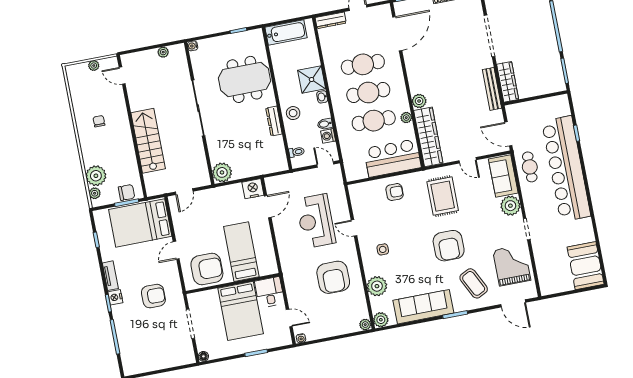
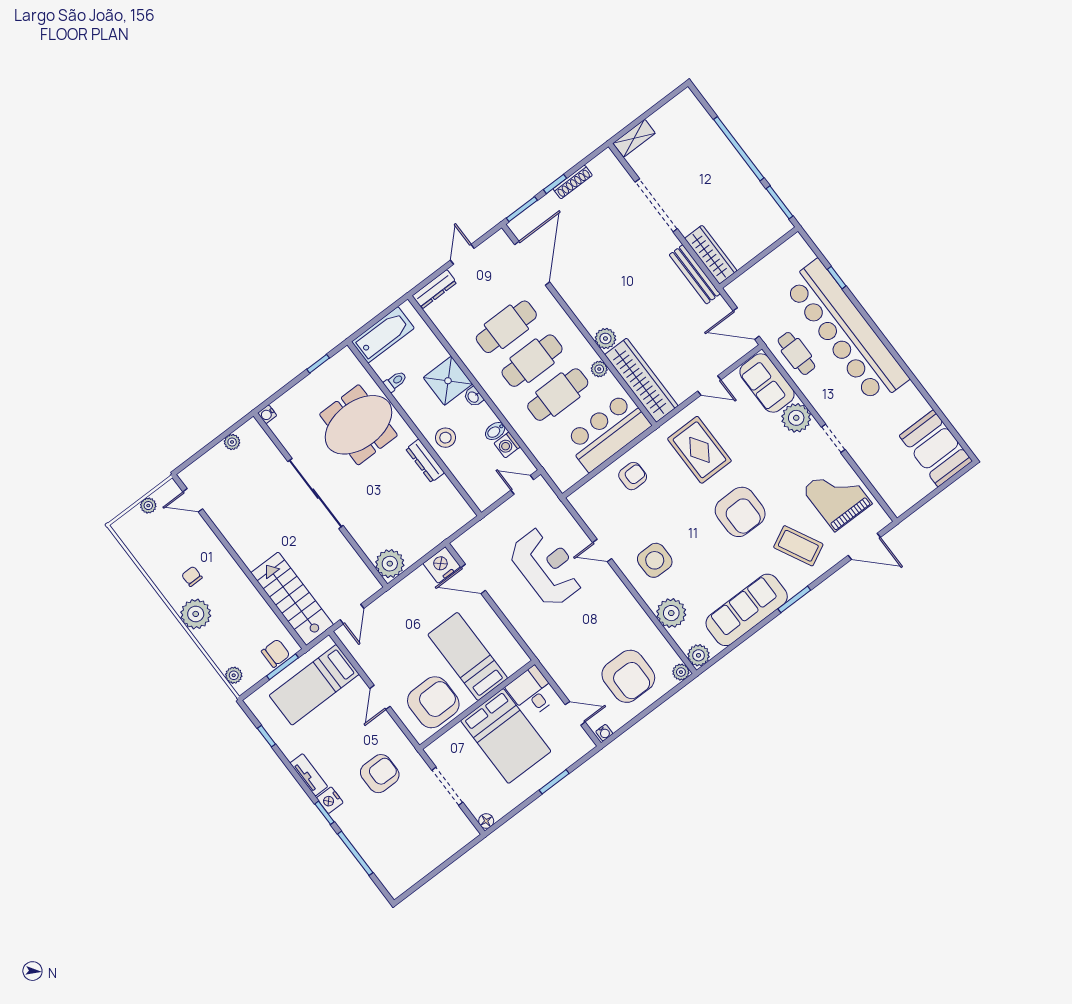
stairs: (148, 141) -> (292, 599), moved
toilet: (297, 152) -> (395, 381), moved
plant: (96, 176) -> (196, 614), moved
door: (268, 207) -> (473, 579), swing flipped
reception desk: (316, 221) -> (547, 567), turned 180
bed: (140, 223) -> (314, 685), width x0.67
side table: (383, 249) -> (655, 560), width x1.87, depth x1.87
armchair: (333, 277) -> (628, 676), moved

